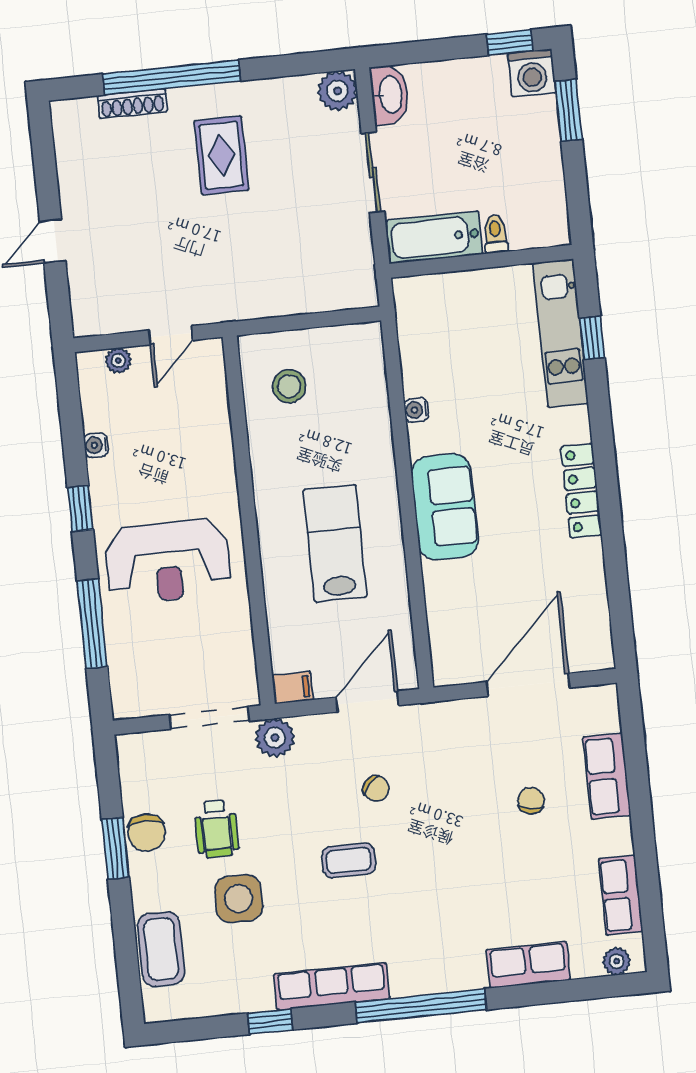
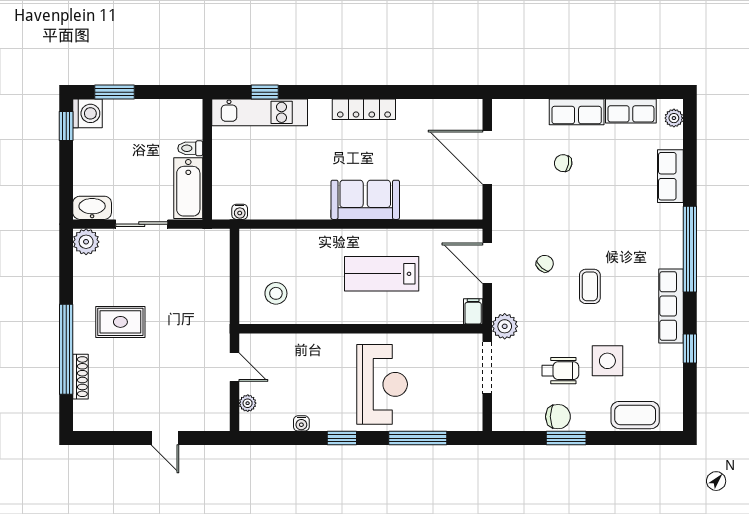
water cooler: (416, 410) -> (240, 212), moved
row of seats: (607, 776) -> (577, 112), moved

